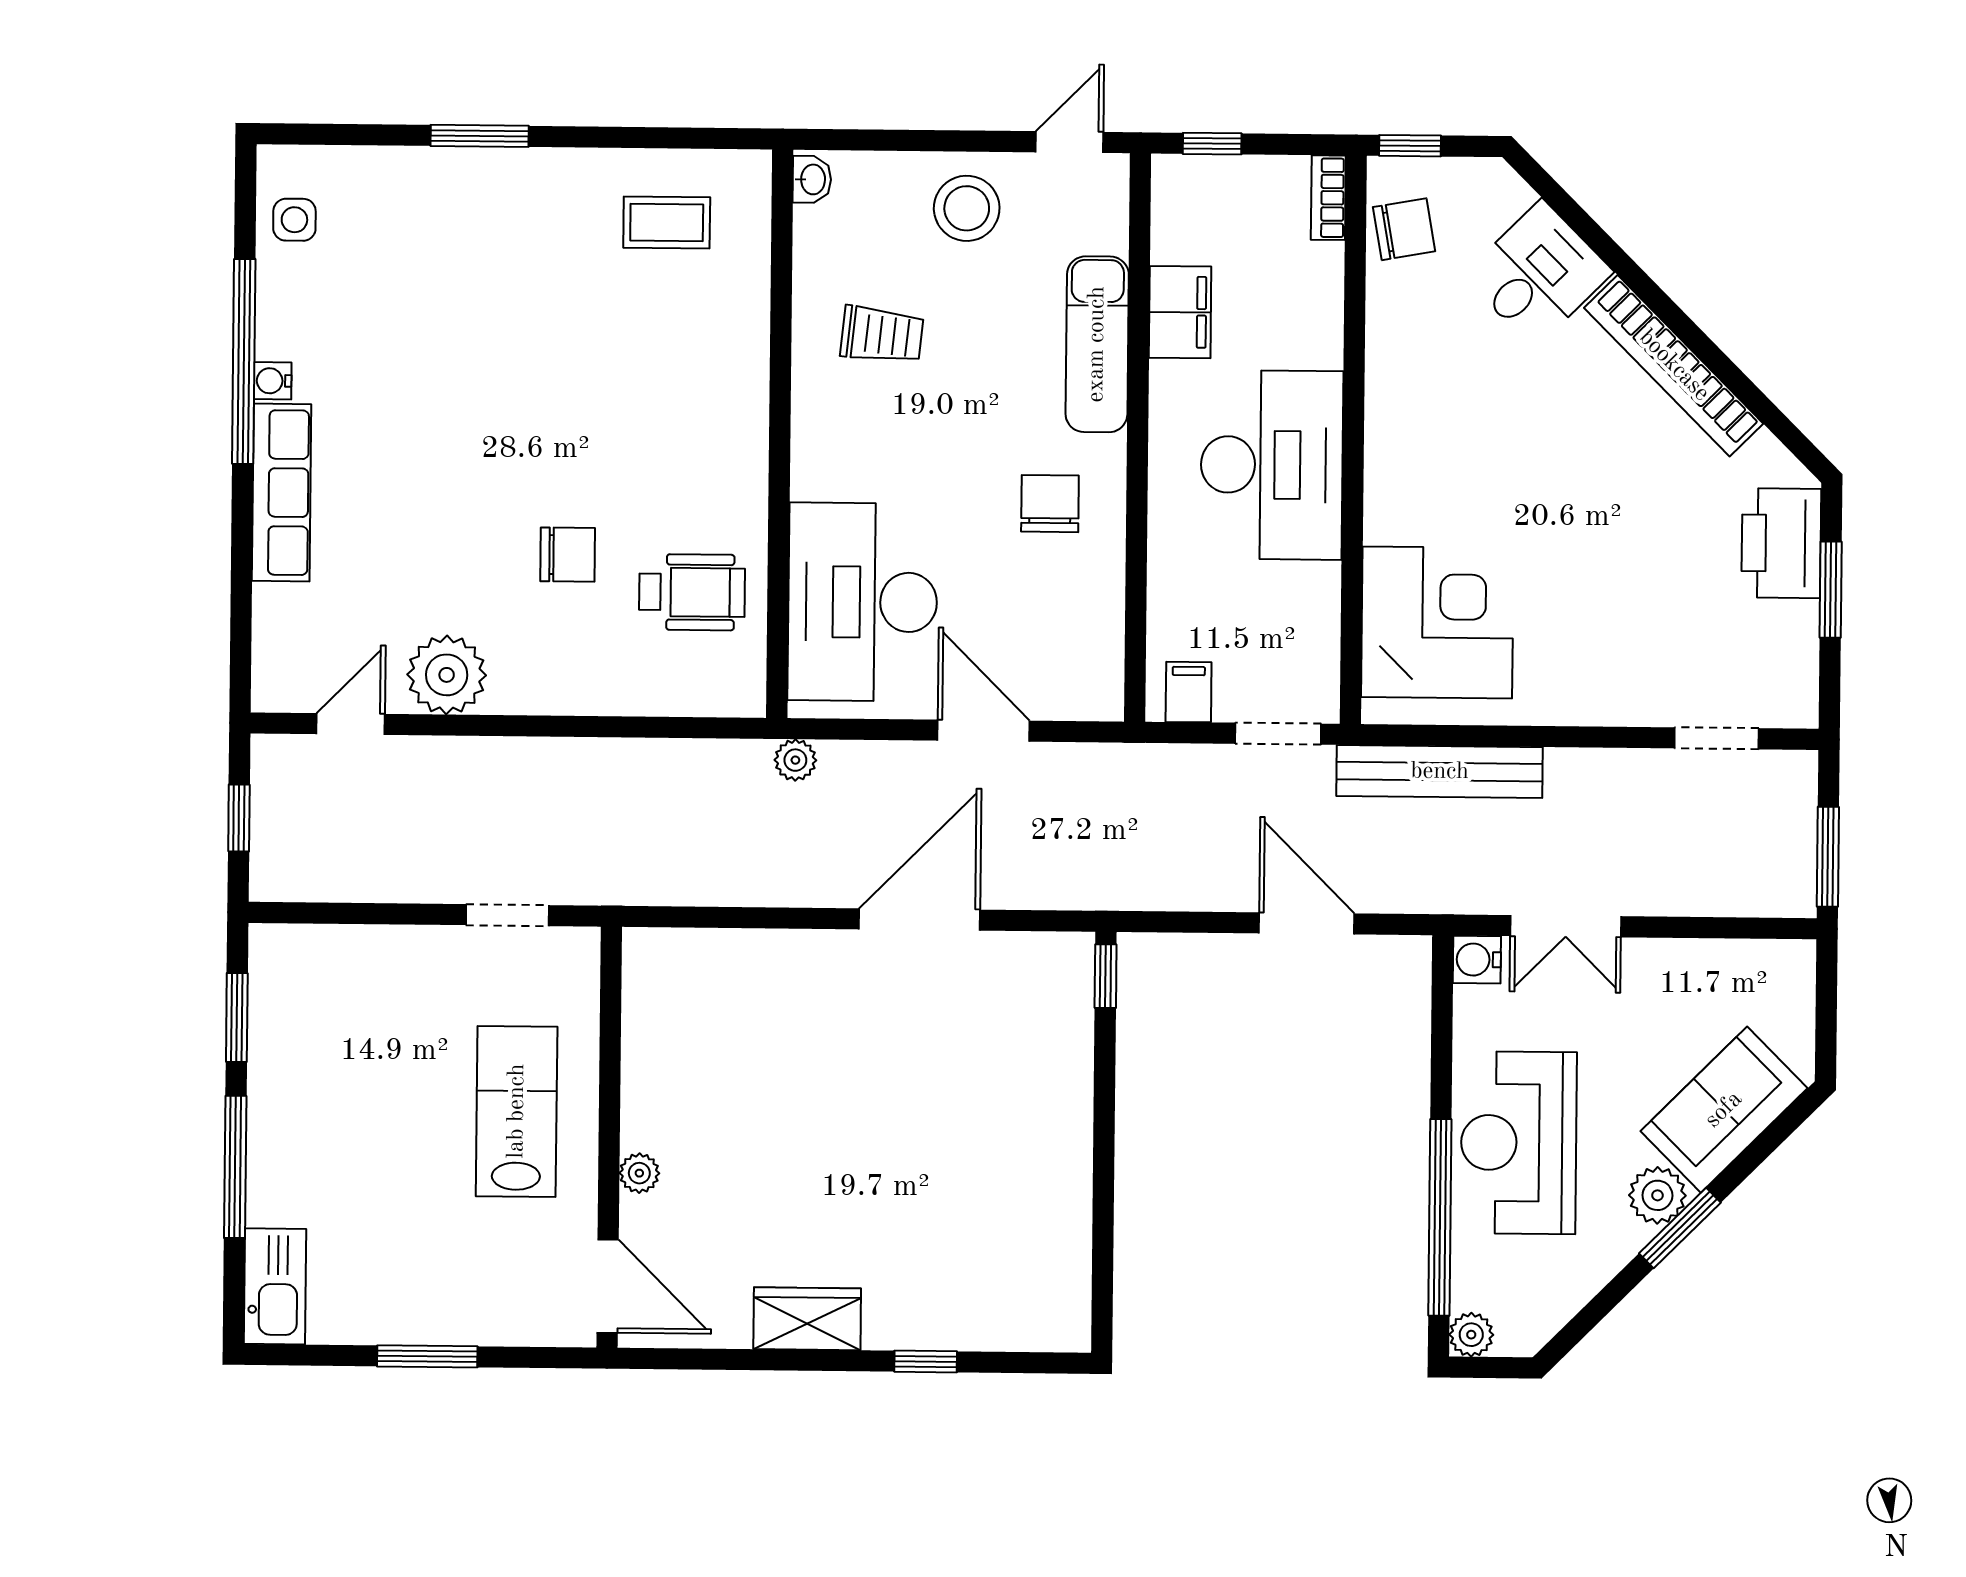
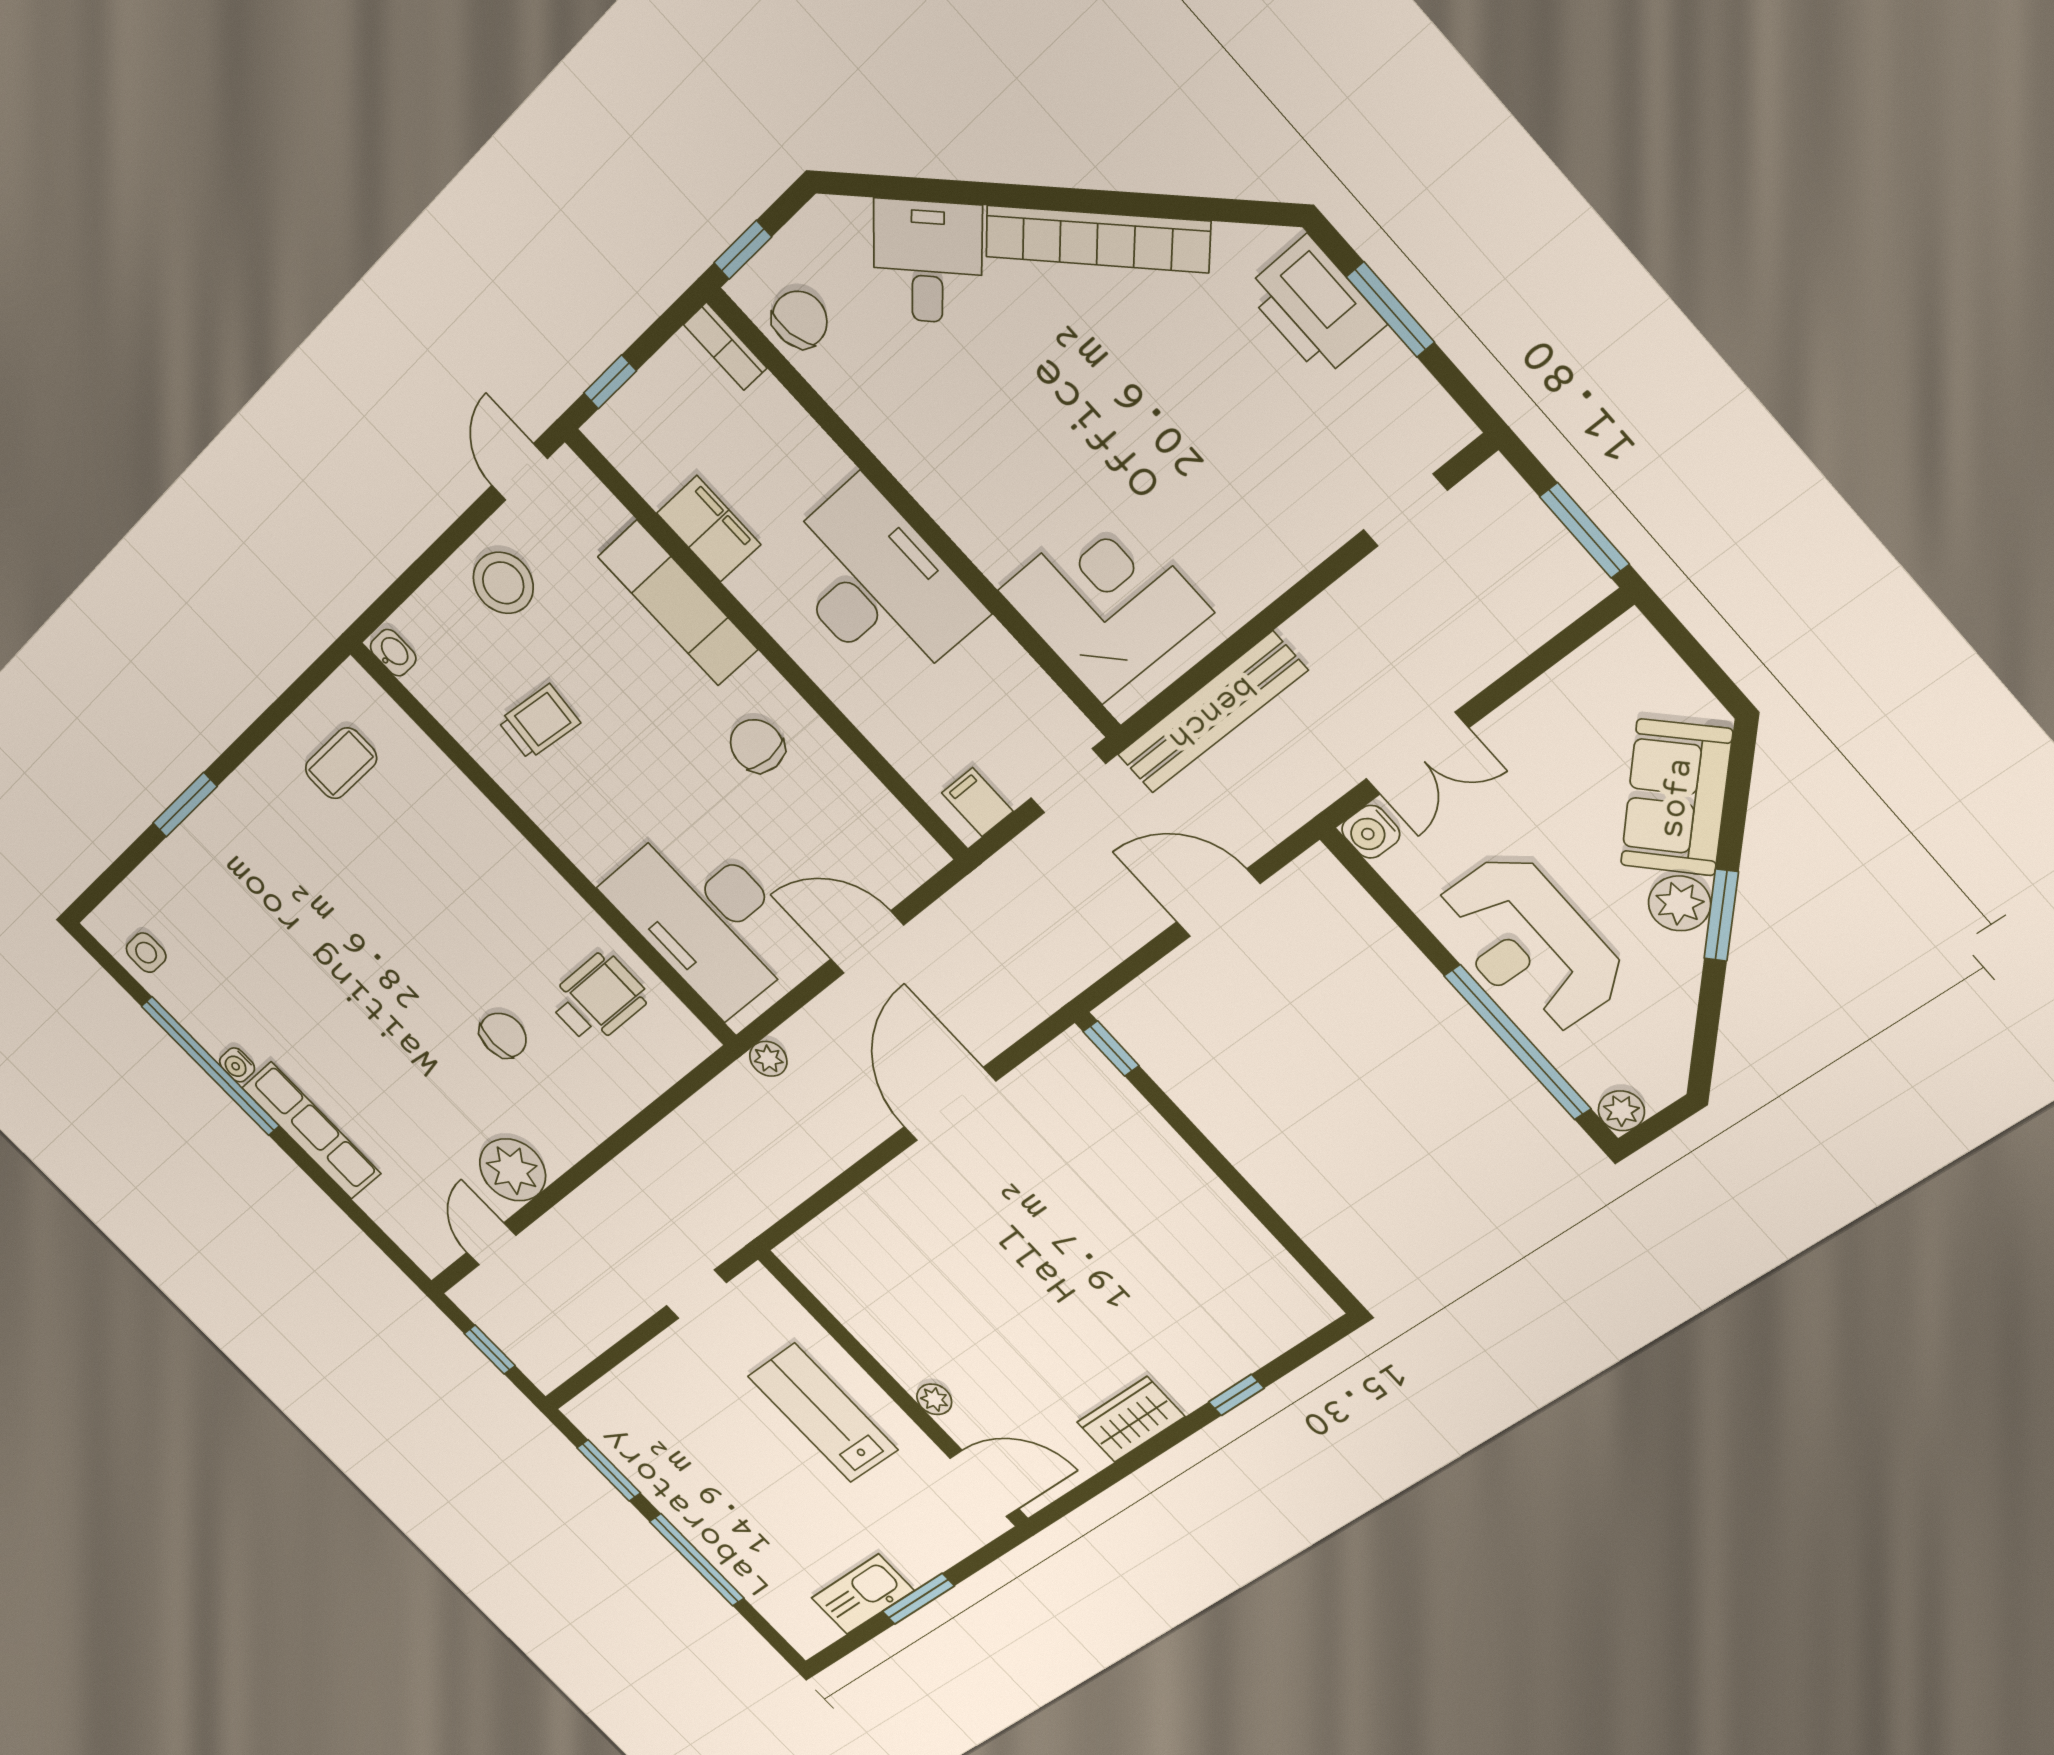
kitchen sink: (275, 1286) -> (863, 1594), moved, turned -90

